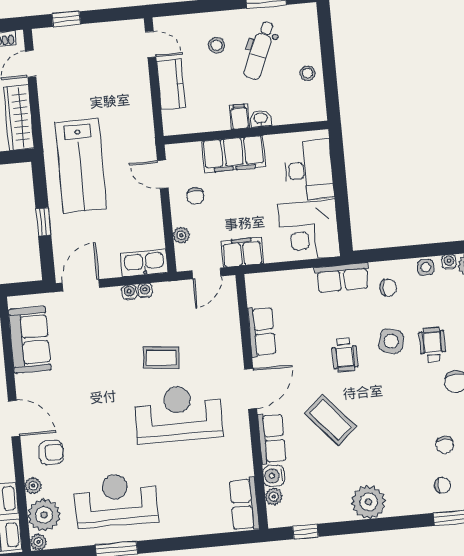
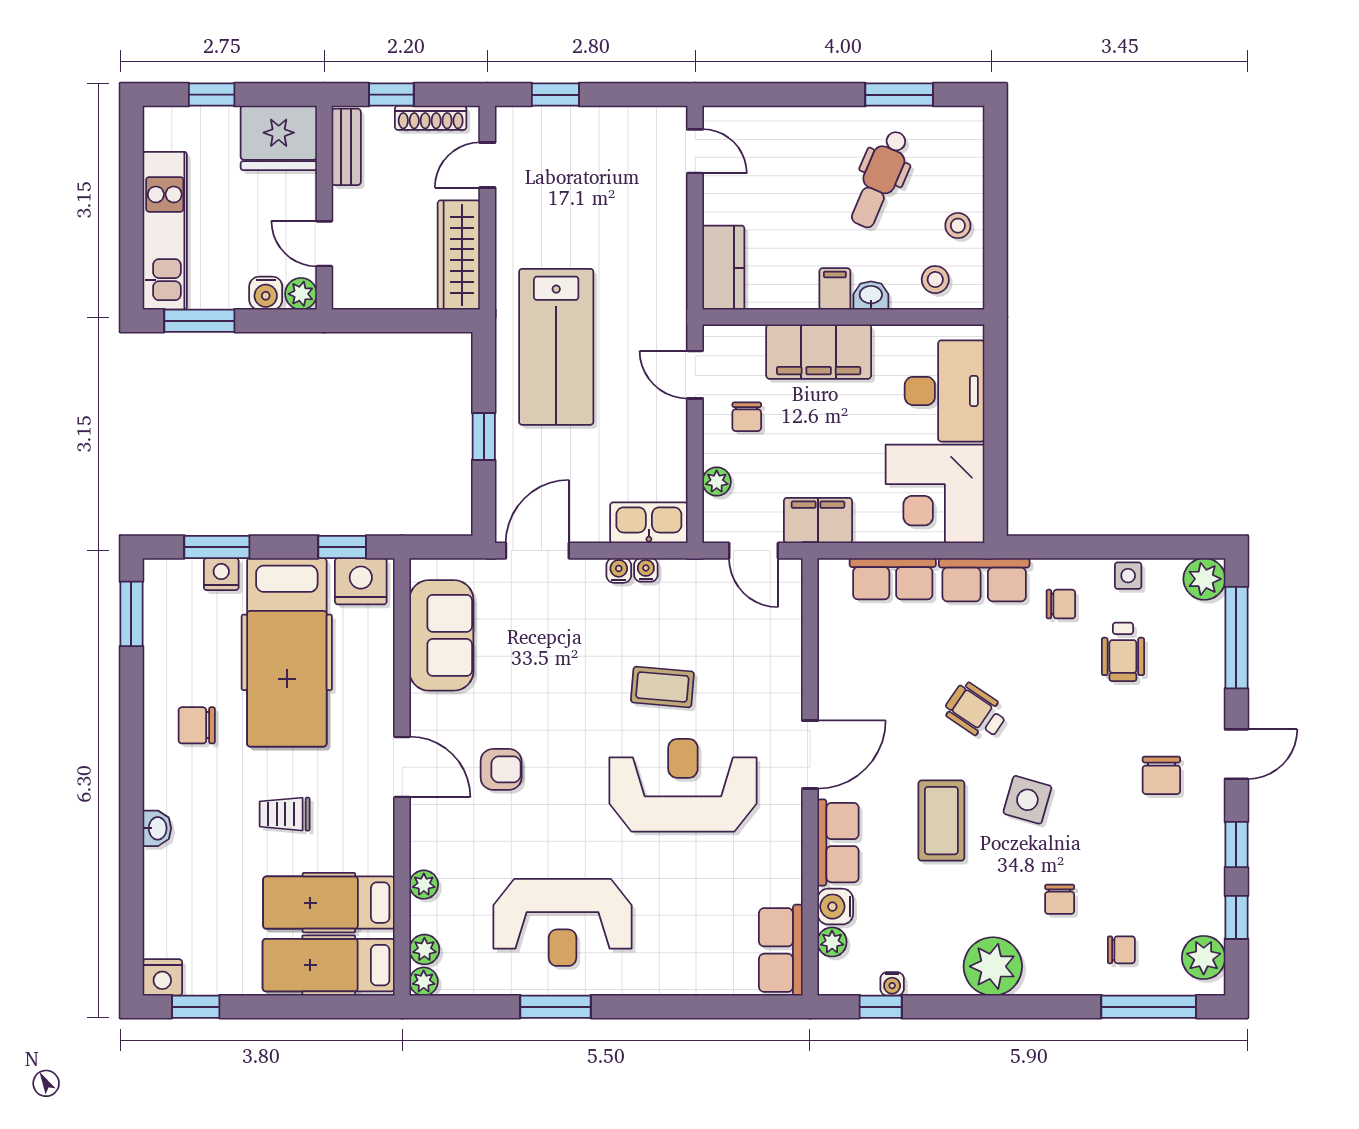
stool: (217, 45) -> (935, 280), moved
kitchen counter: (171, 84) -> (723, 268), moved
water cooler: (449, 262) -> (892, 984), moved, turned 180
door: (207, 273) -> (754, 551), hinge flipped
row of seats: (262, 332) -> (893, 579), moved, turned 90
side table: (391, 341) -> (1027, 800), moved
wheelchair: (432, 345) -> (1123, 652), moved, turned 180
wheelchair: (345, 355) -> (976, 711), turned 124
coffee table: (331, 420) -> (941, 821), turned 41
chair: (445, 445) -> (1060, 899), moved
armchair: (51, 452) -> (501, 769), moved
reception desk: (116, 500) -> (563, 922), turned 180
plant: (44, 515) -> (424, 949), width x0.53, depth x0.53

